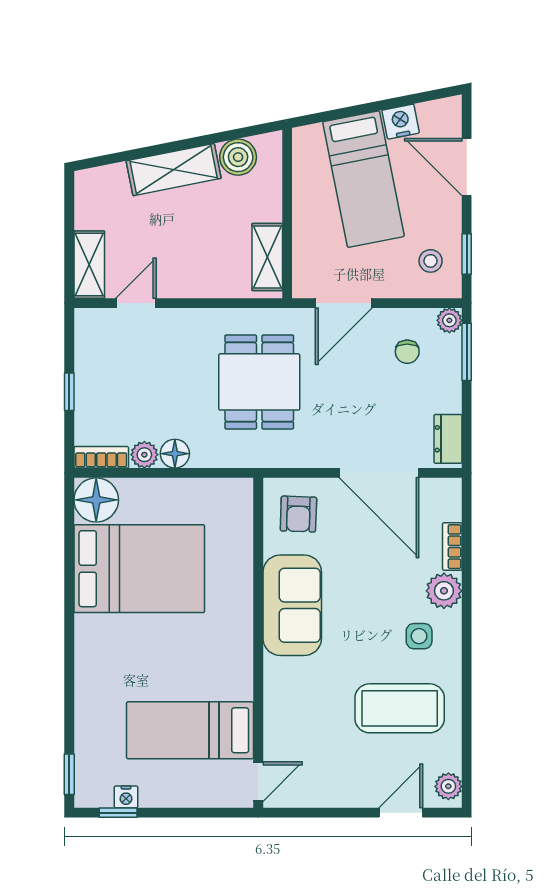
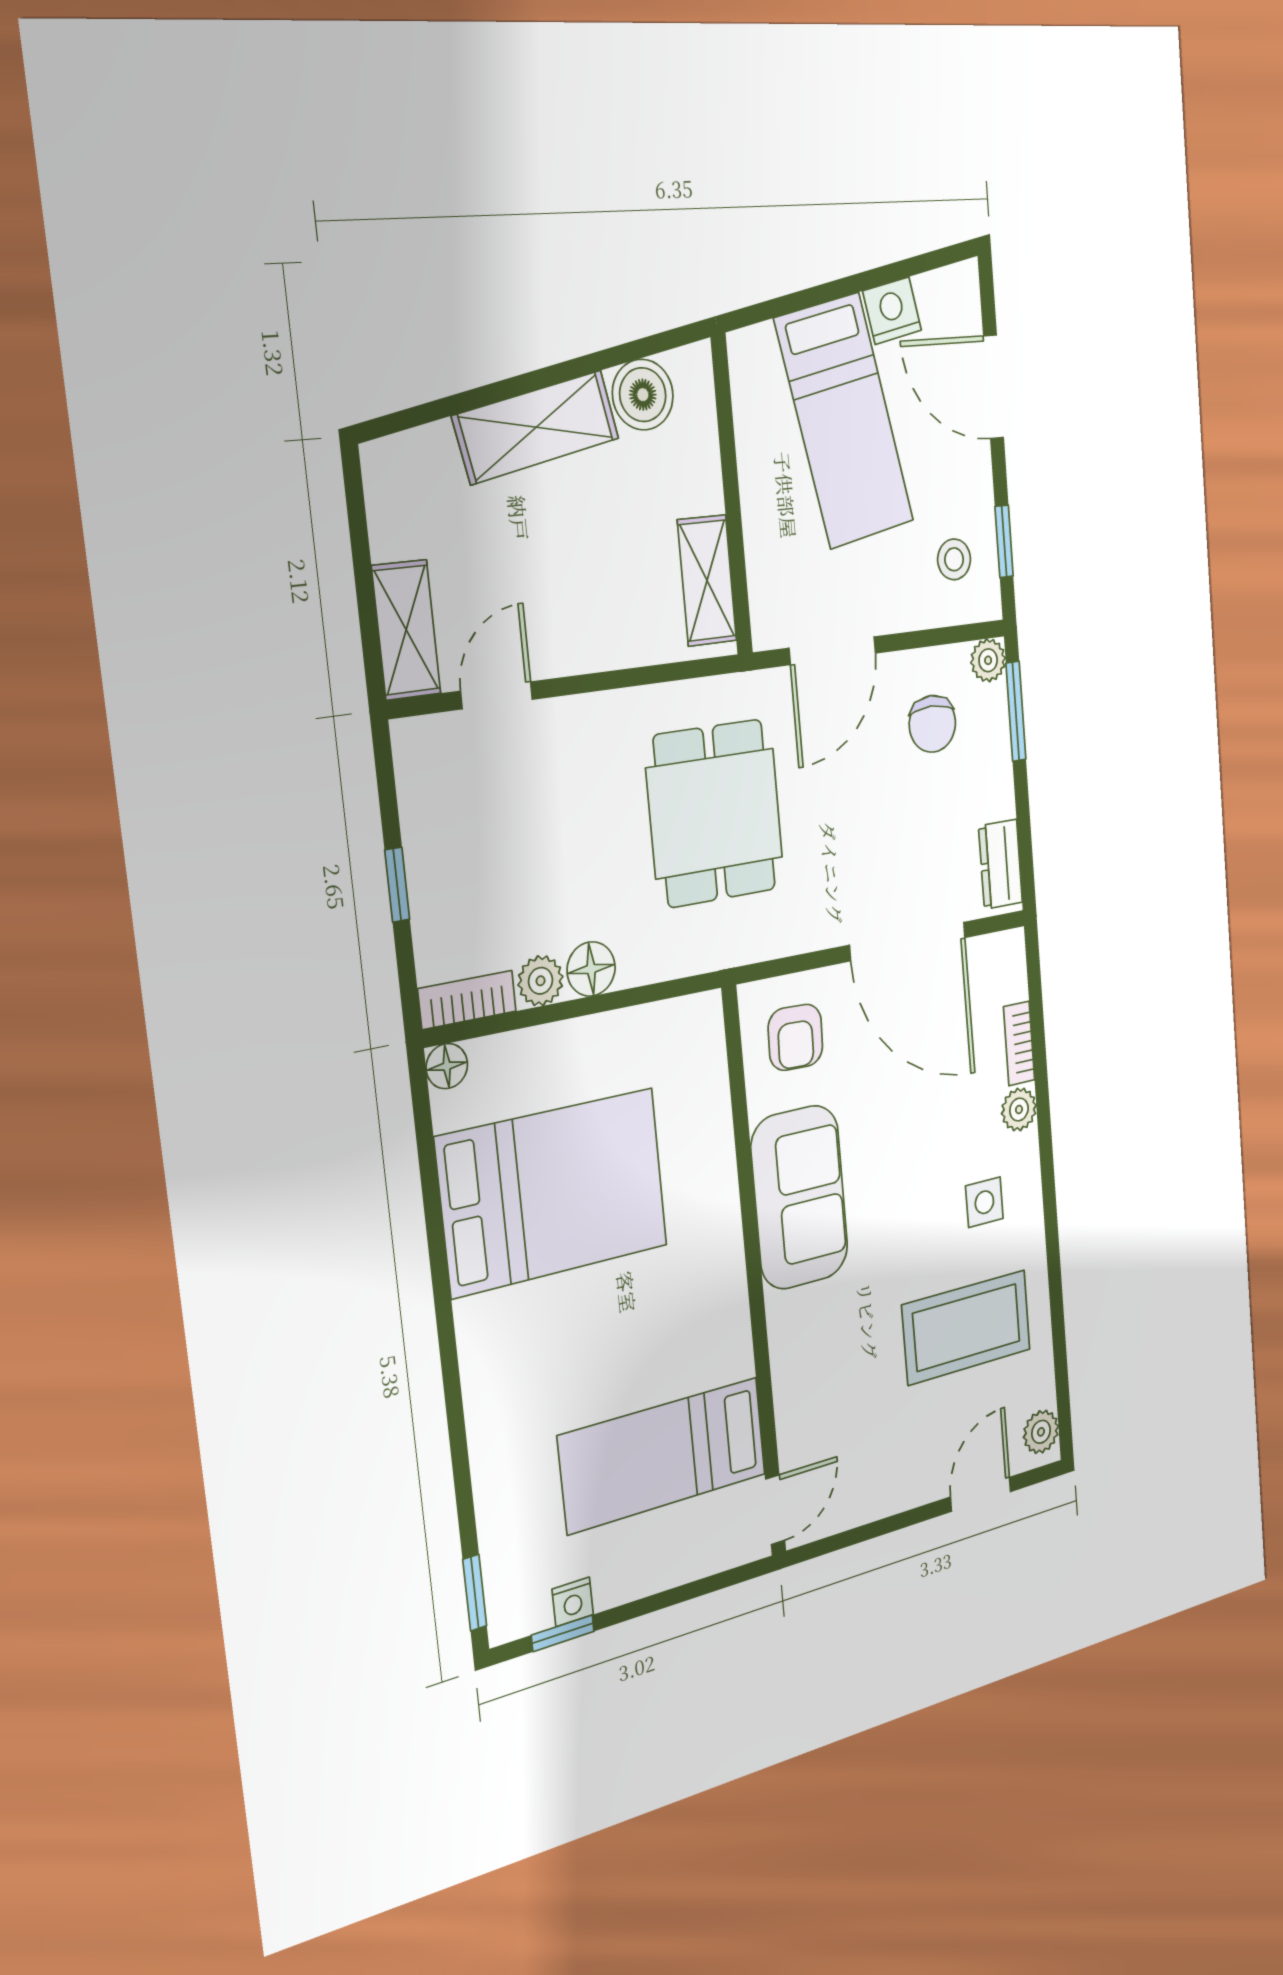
chair: (407, 352) -> (932, 724), width x1.37, depth x1.37
floor lamp: (96, 500) -> (447, 1066), width x0.53, depth x0.53
plant: (444, 591) -> (1019, 1109), width x0.73, depth x0.73

